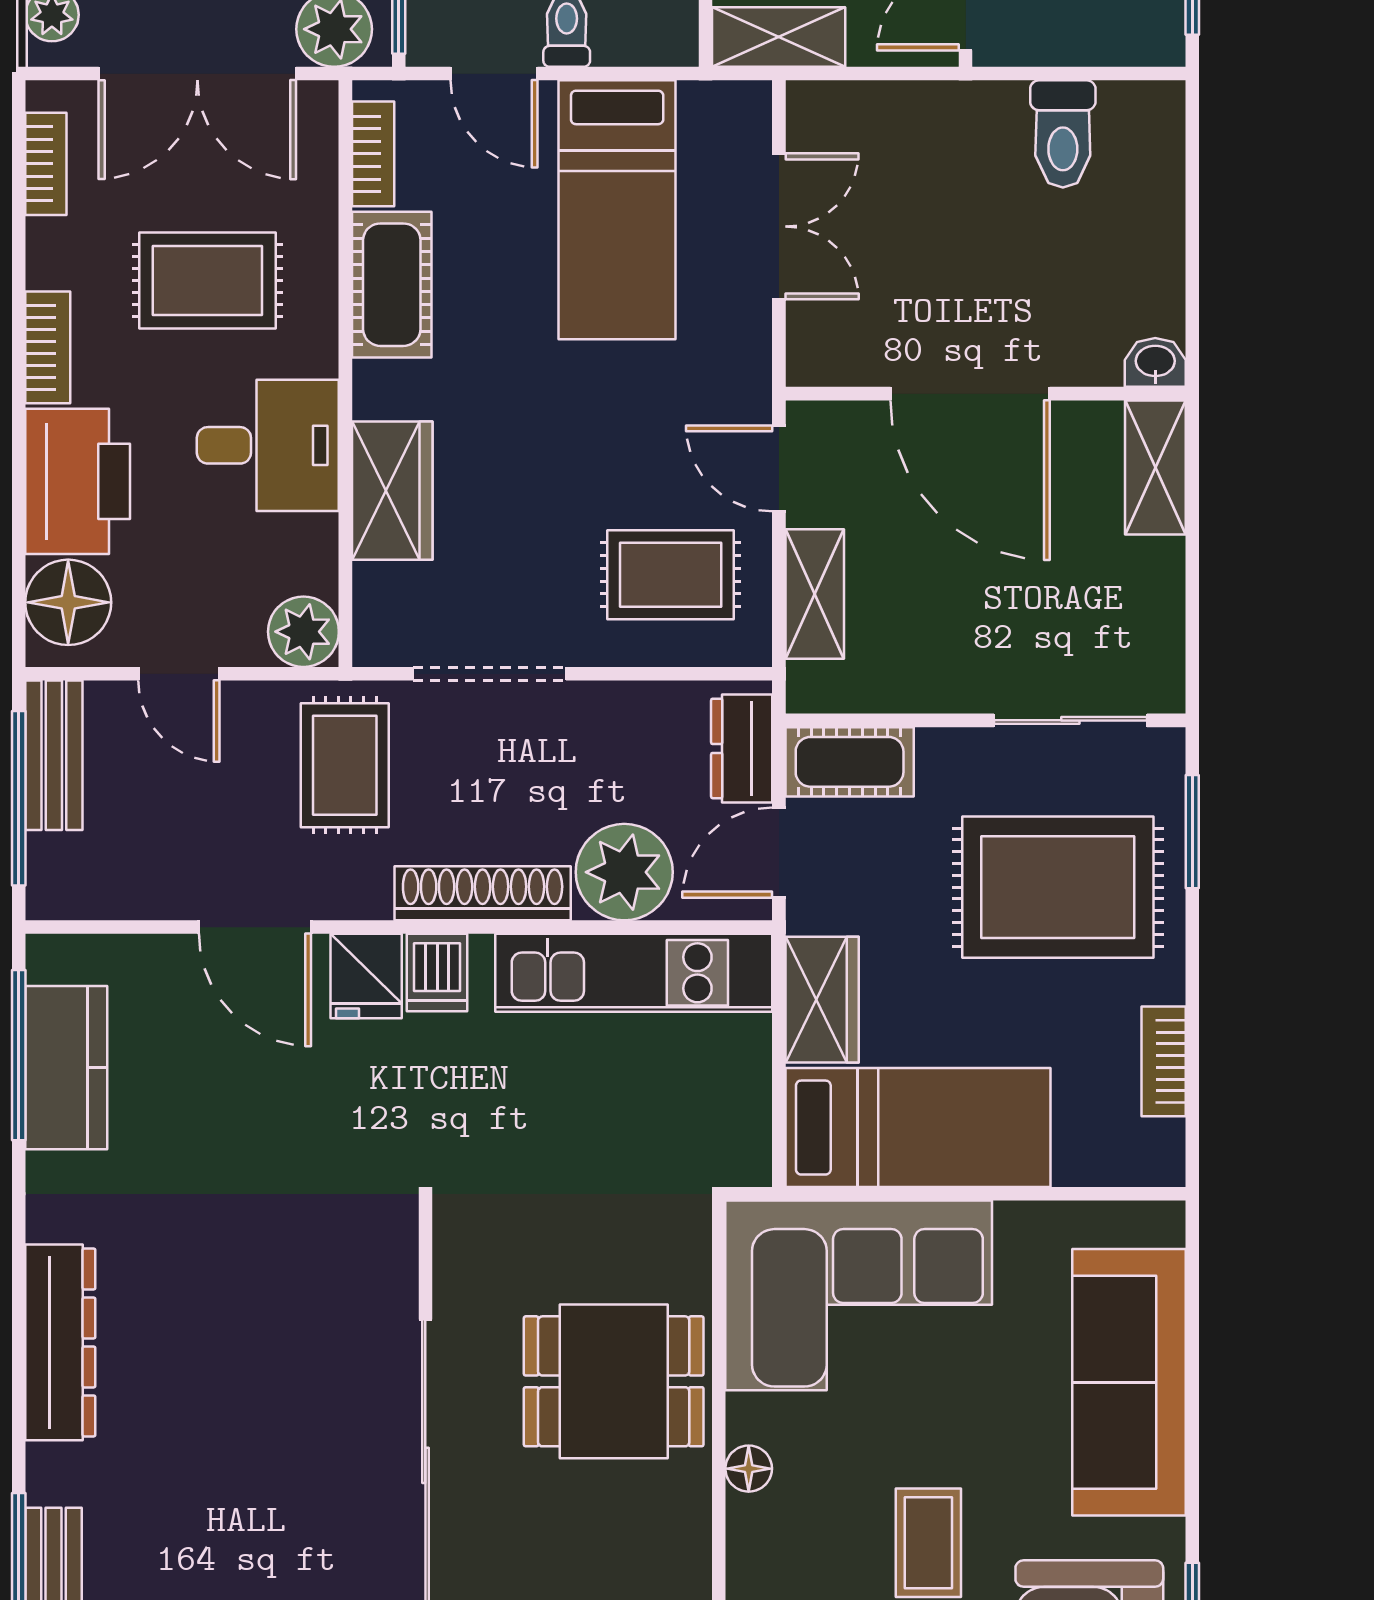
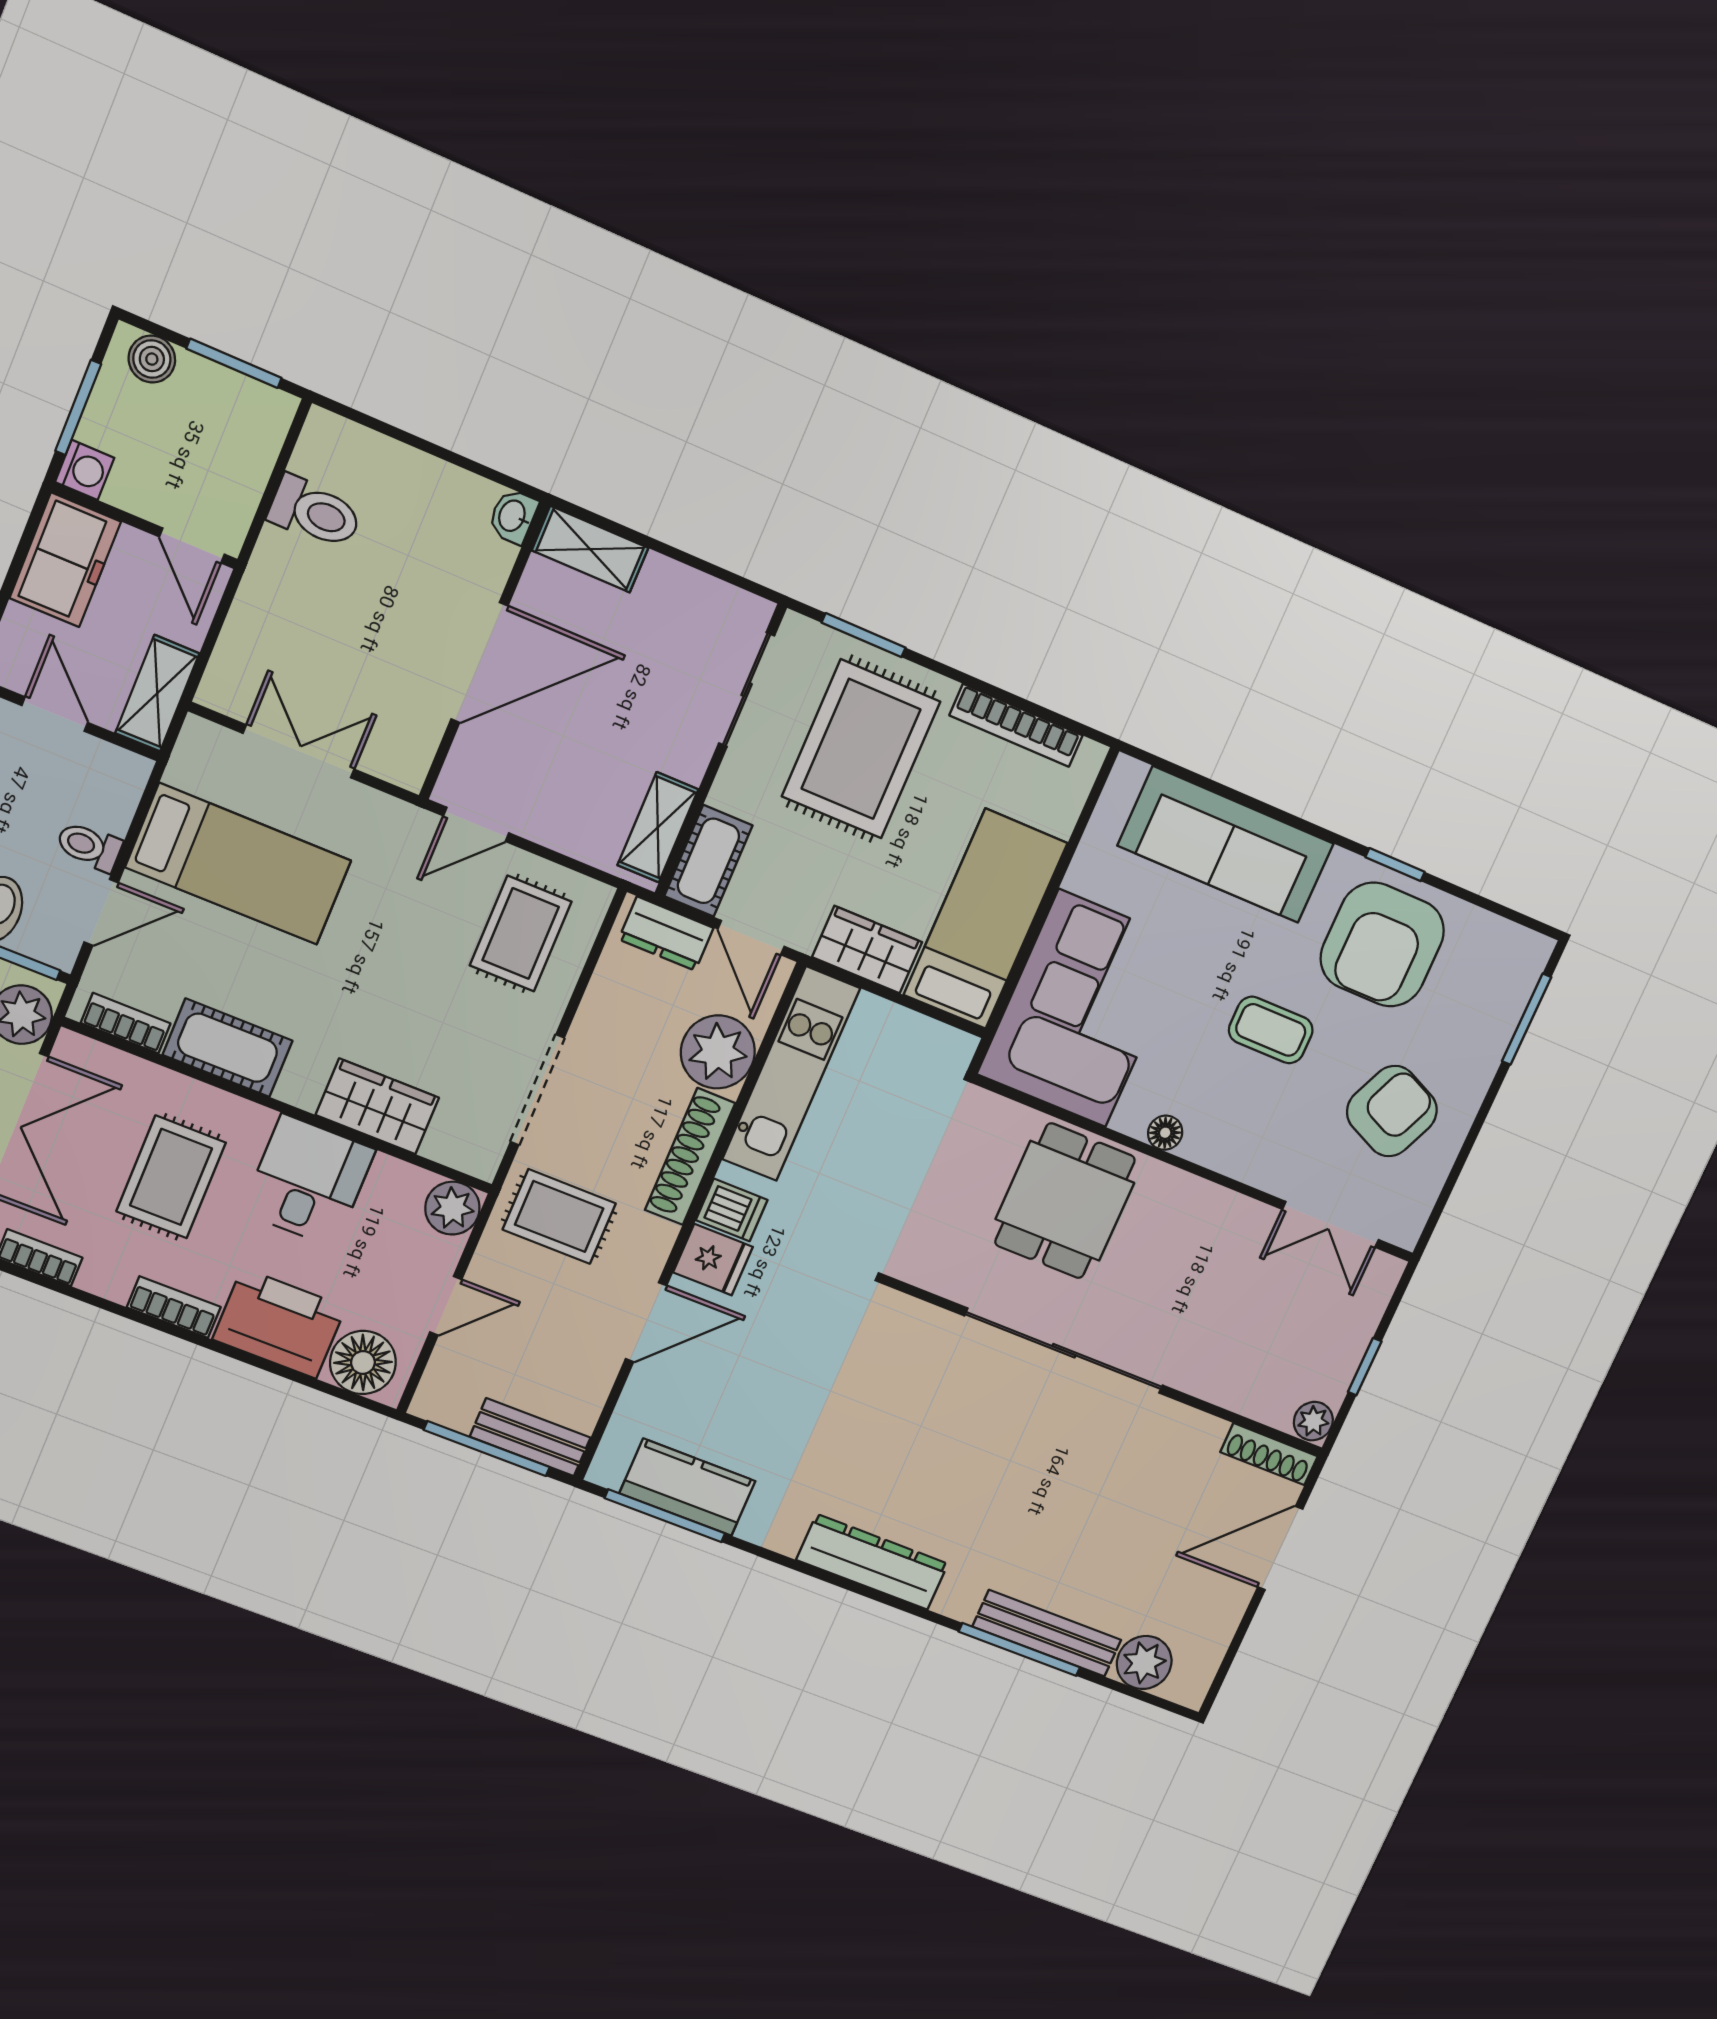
shelving: (815, 594) -> (658, 827), moved, turned 90
bench: (54, 755) -> (530, 1437), moved
bookcase: (1164, 1061) -> (1016, 725), width x1.56

